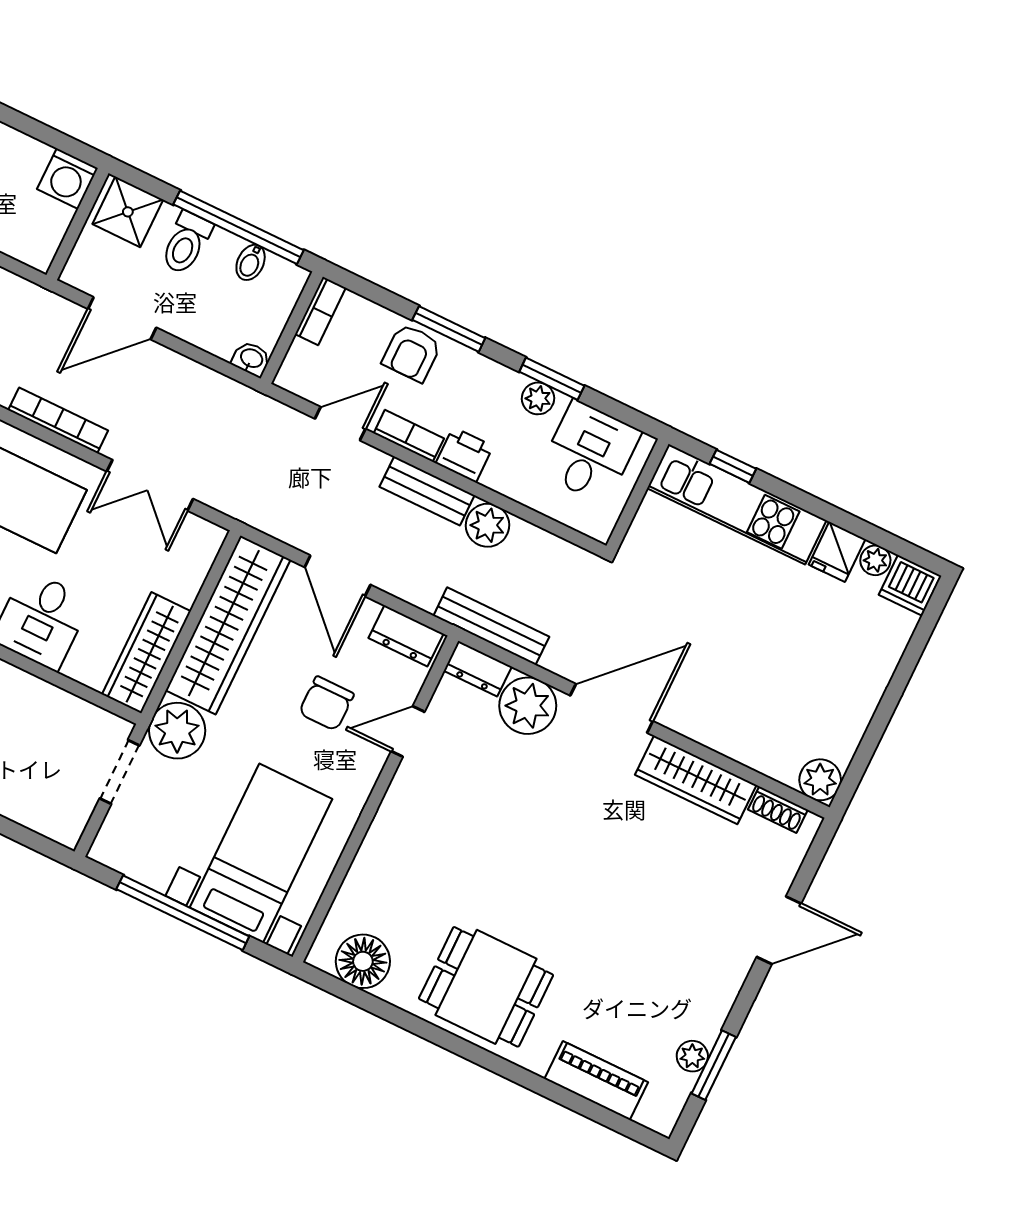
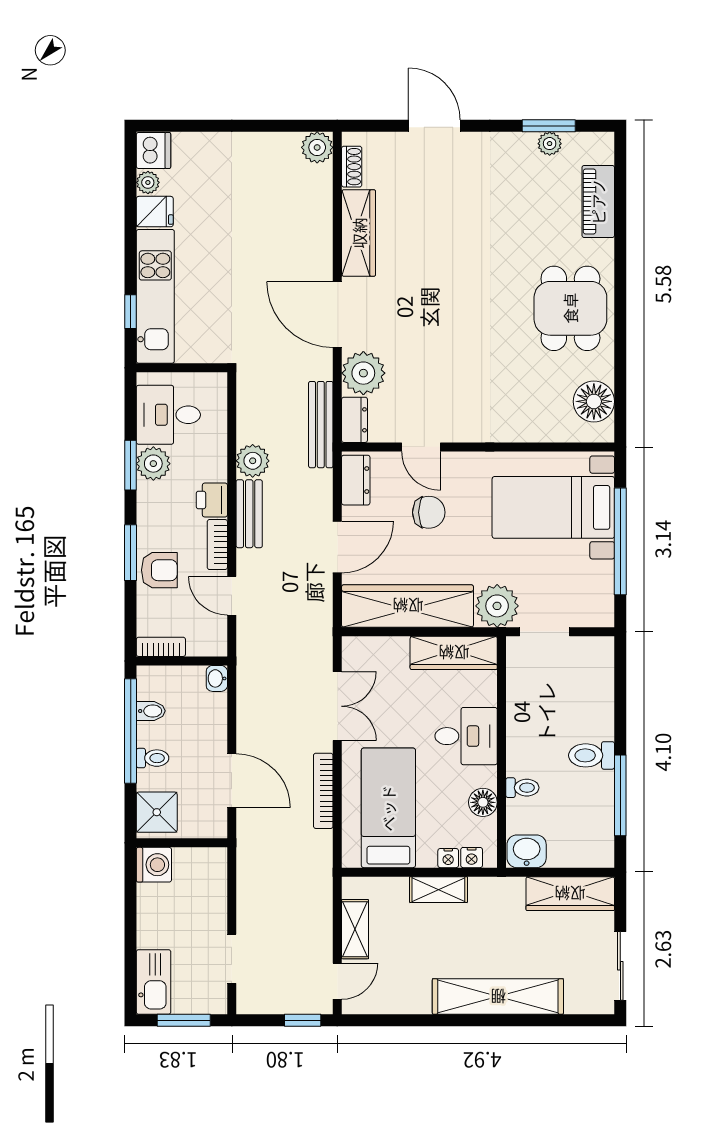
toilet: (186, 243) -> (153, 758), width x0.73, depth x0.72
plant: (538, 398) -> (153, 464), width x1.38, depth x1.38

